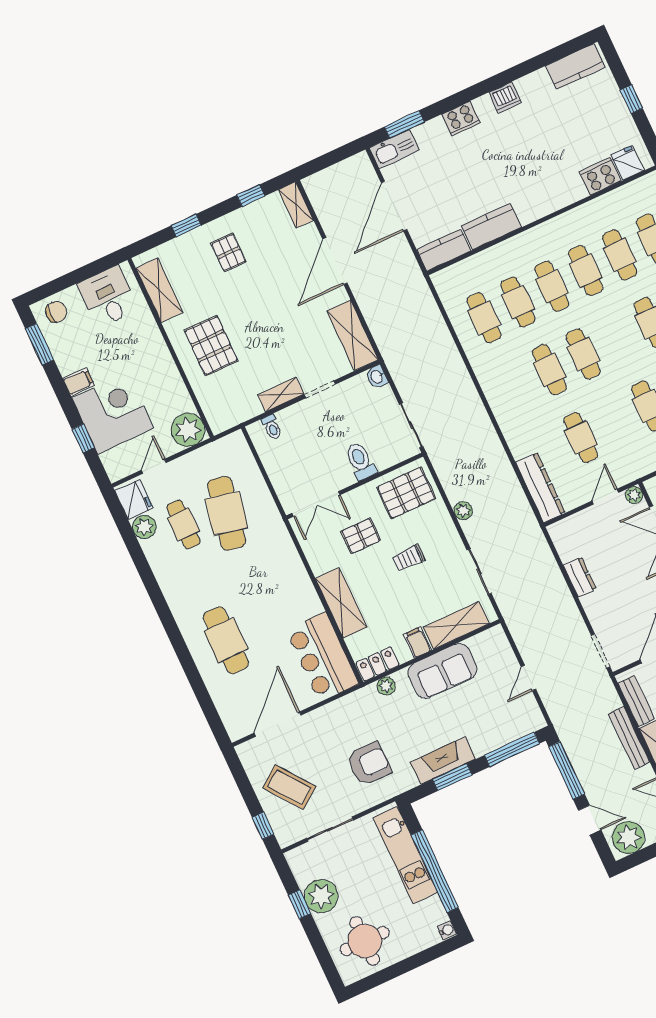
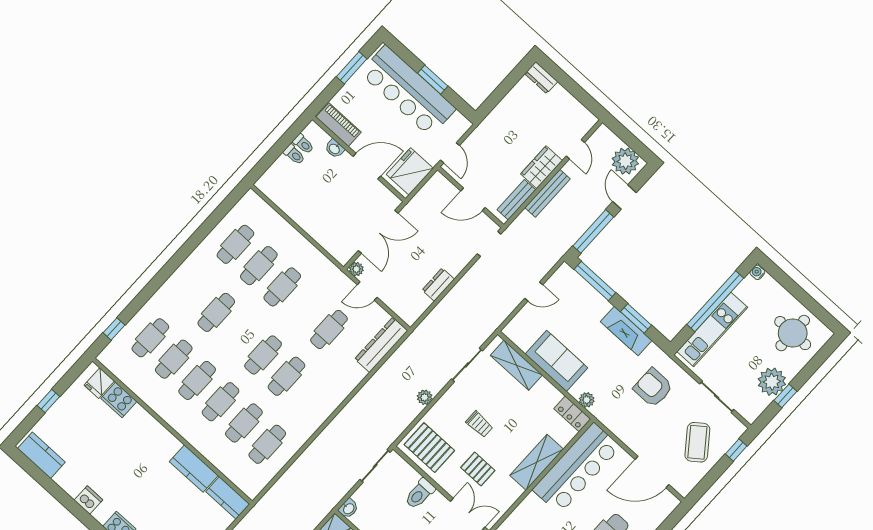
filing cabinet: (418, 642) -> (542, 390), removed
bar counter: (323, 657) -> (577, 468), width x1.36

